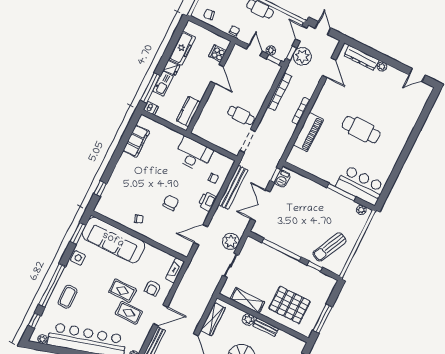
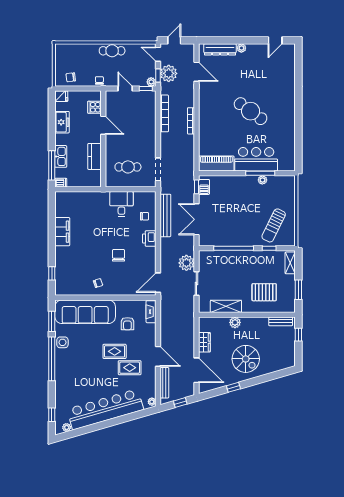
door: (323, 28) -> (174, 40), hinge flipped
freezer: (182, 48) -> (62, 122), width x0.71
plant: (271, 50) -> (151, 82), moved
fridge: (172, 68) -> (61, 96), moved
kitchen counter: (188, 111) -> (94, 156), moved
cafe table: (241, 115) -> (128, 167), moved
cafe table: (361, 130) -> (251, 111), turned 36
piano: (308, 132) -> (216, 163), moved, turned -90
filing cabinet: (136, 141) -> (62, 232), moved
desk: (194, 154) -> (121, 204), width x0.73
bar counter: (360, 185) -> (256, 159), moved
plant: (361, 210) -> (262, 180), moved
door: (201, 235) -> (158, 283), moved
window: (52, 285) -> (52, 359), moved
armchair: (153, 288) -> (127, 324), moved
shelving: (328, 290) -> (290, 263), added
coffee table: (68, 297) -> (70, 380), removed
pallet: (290, 305) -> (264, 292), width x0.73, depth x0.71
door: (161, 315) -> (158, 356), hinge flipped
wardrobe: (213, 319) -> (204, 342), width x0.67
window: (323, 319) -> (298, 290), width x0.69
bench: (266, 327) -> (281, 321), moved

